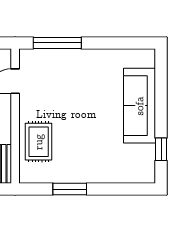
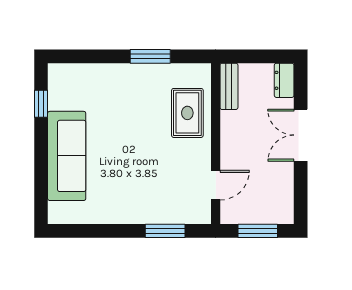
window: (57, 43) -> (165, 231), width x0.69

